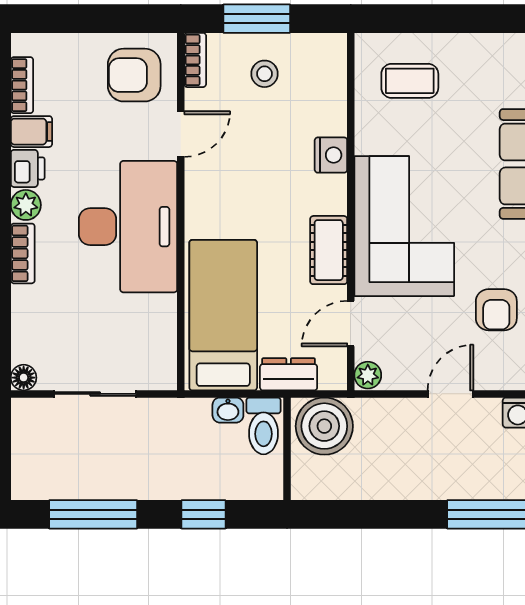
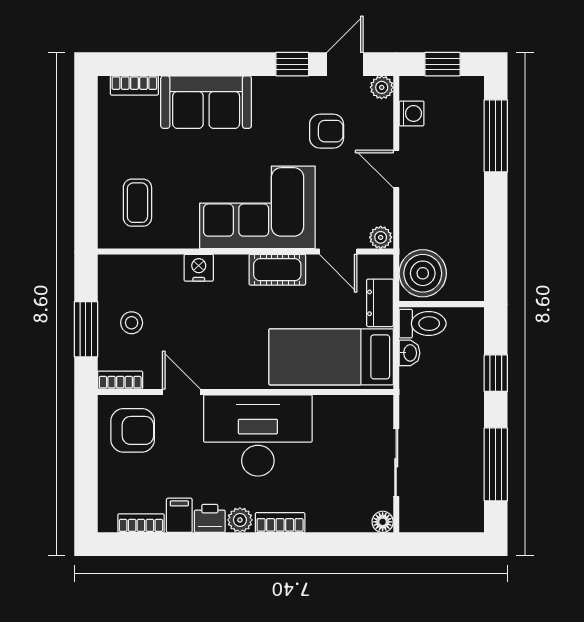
armchair: (134, 75) -> (133, 430), turned -90

